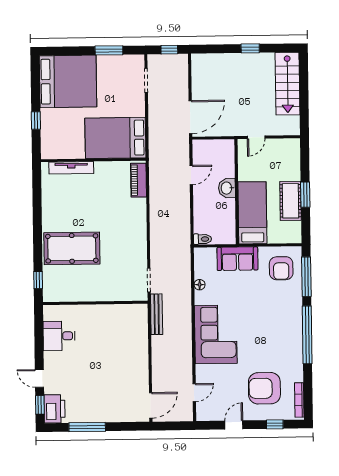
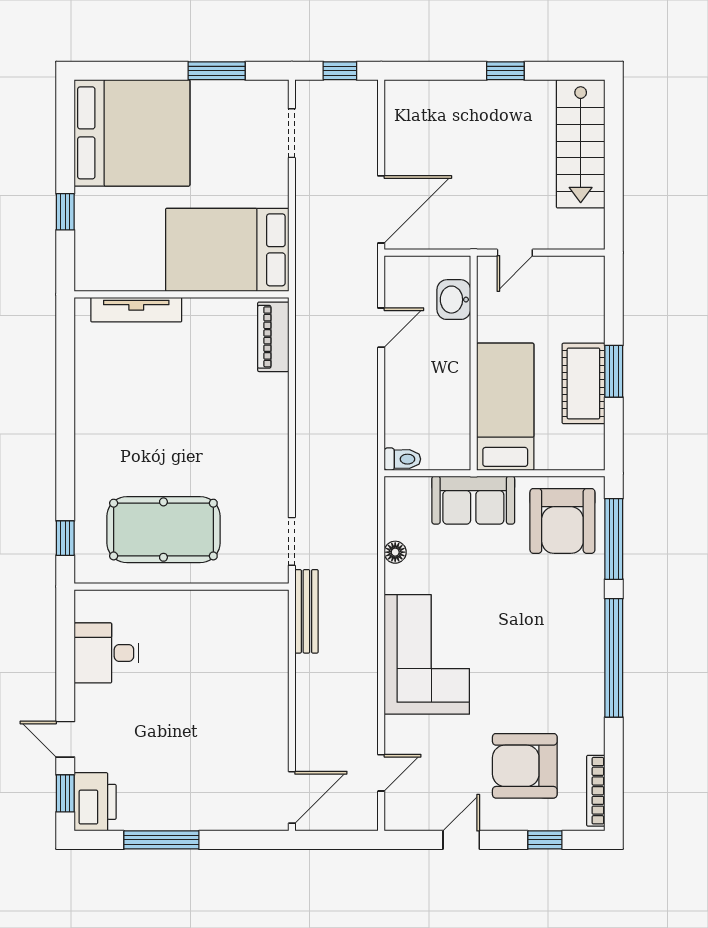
washbasin: (227, 188) -> (454, 300), moved
pool table: (72, 248) -> (163, 530), moved
armchair: (281, 268) -> (562, 521), width x1.36, depth x1.36

